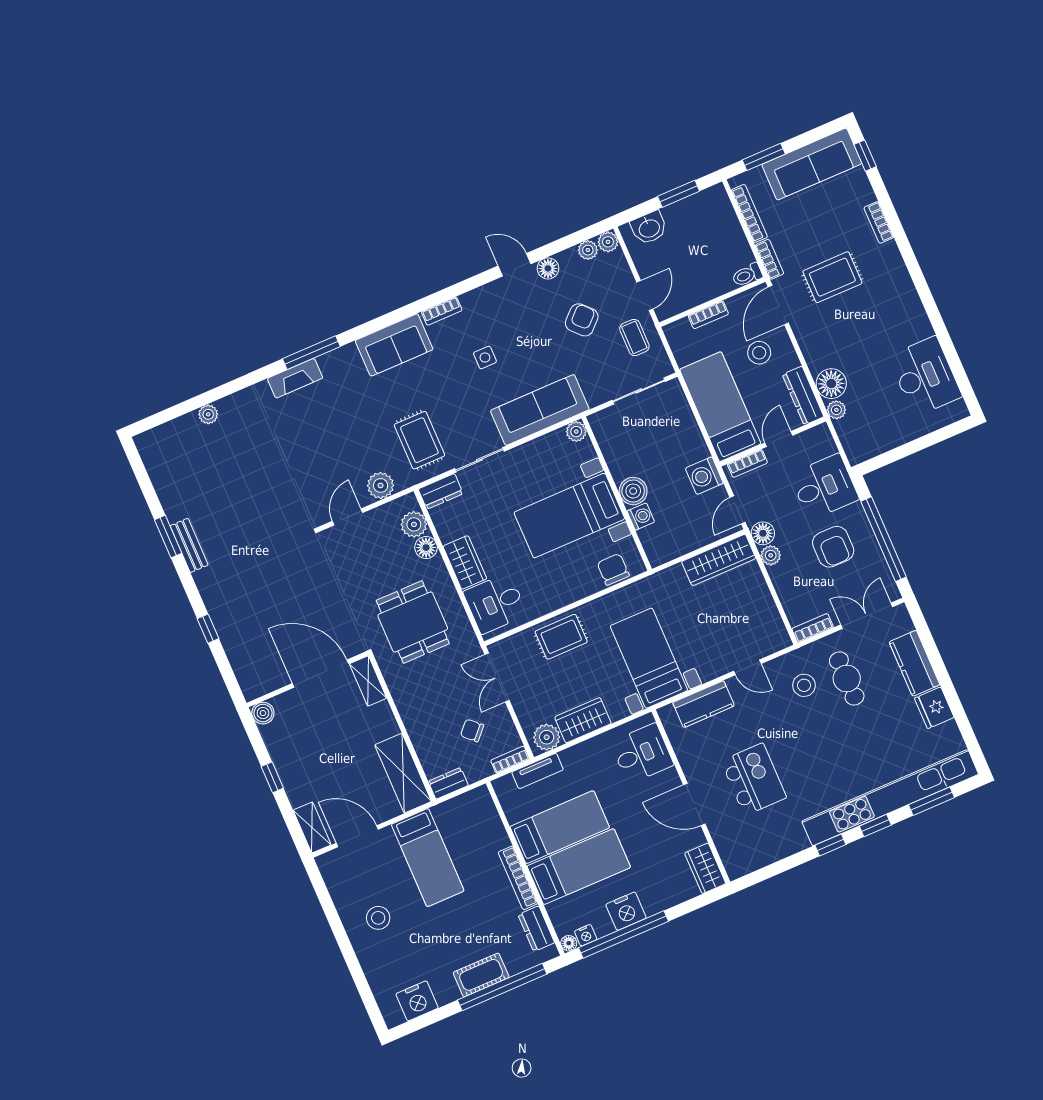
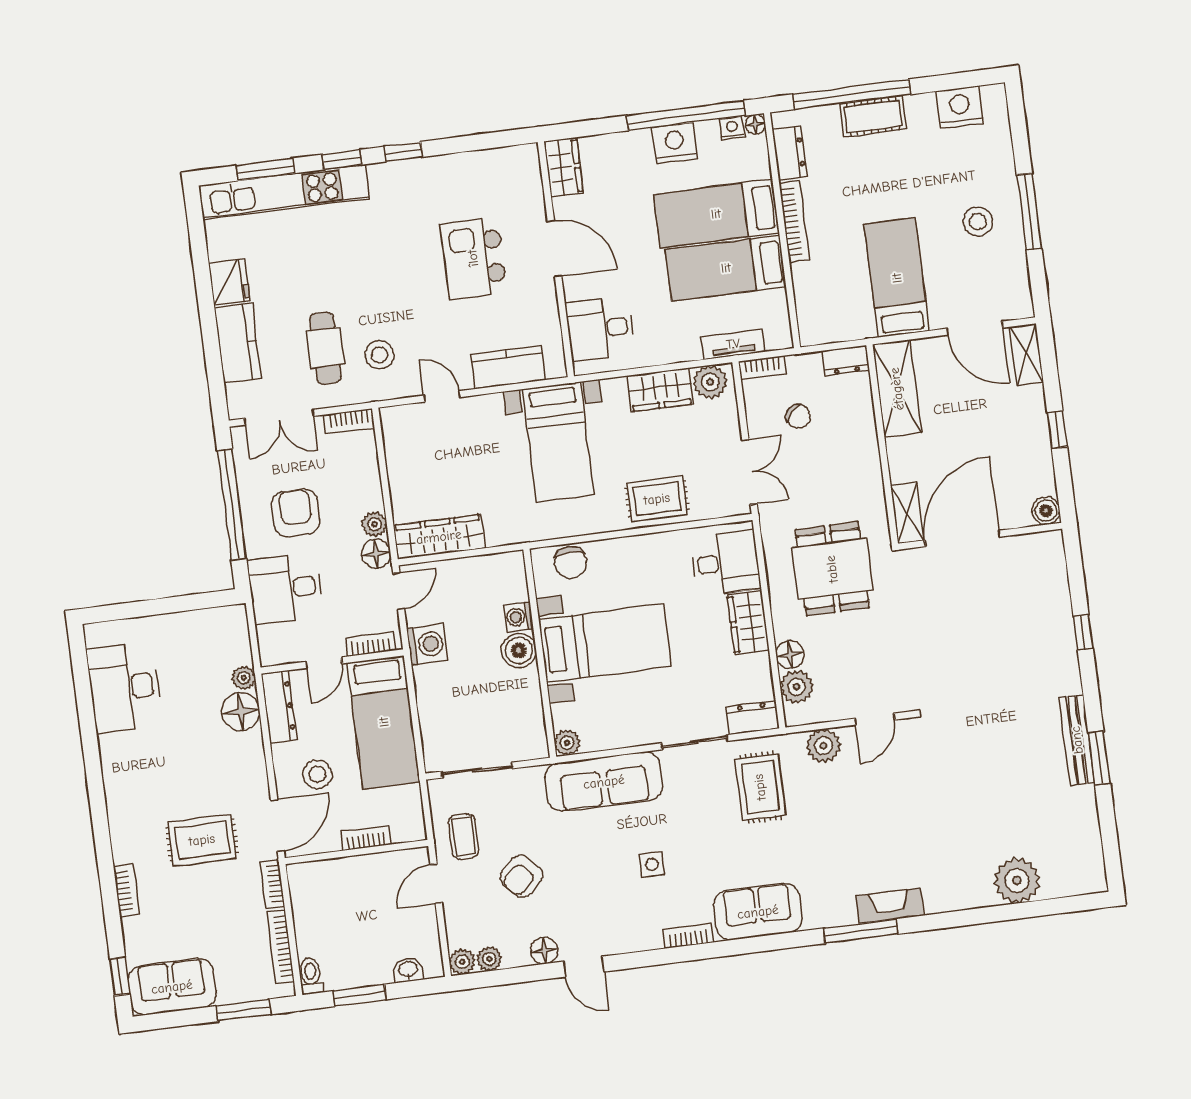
sofa: (812, 164) -> (172, 987), width x0.73
washbasin: (649, 228) -> (408, 970), width x0.72, depth x0.69
toilet: (747, 275) -> (311, 976), moved, turned -90
plant: (208, 414) -> (1017, 880), width x1.88, depth x1.88
bench: (189, 545) -> (1077, 740), width x1.36
door: (320, 674) -> (962, 538), swing flipped
kitchen unit: (890, 798) -> (284, 192), width x0.73
window: (341, 937) -> (1029, 212), added

